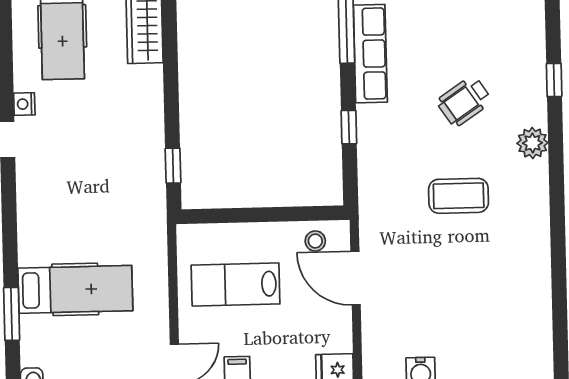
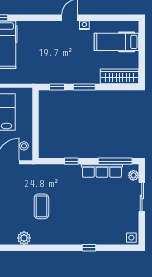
window: (171, 101) -> (84, 87), added
wheelchair: (464, 101) -> (81, 210), removed
plant: (533, 143) -> (24, 238), moved

